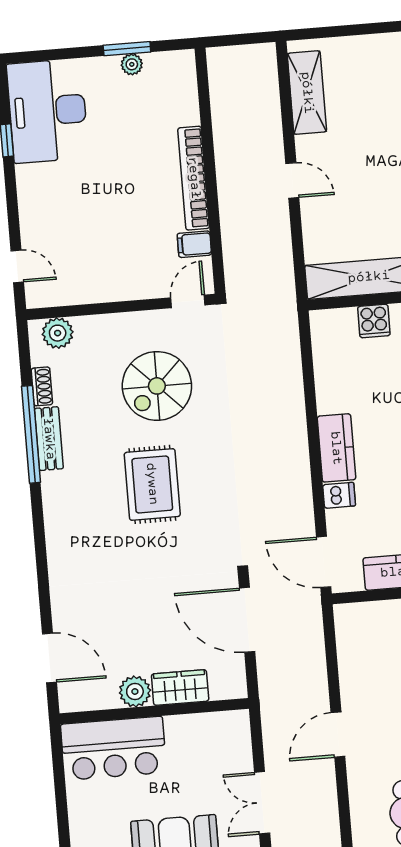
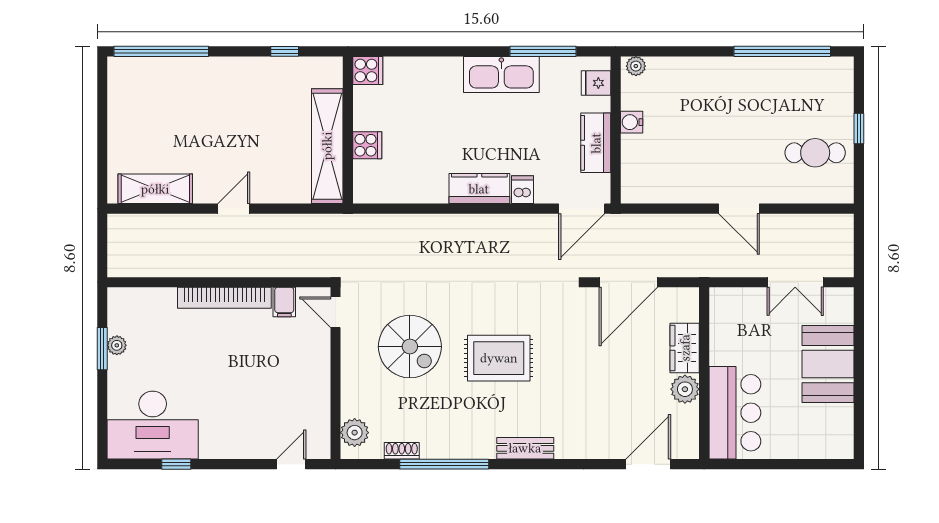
bench: (49, 439) -> (525, 448), moved

